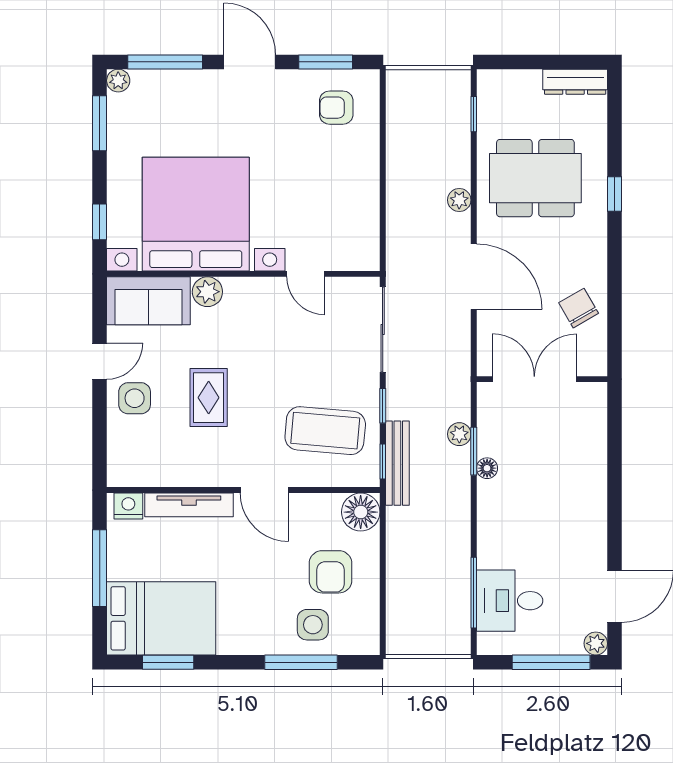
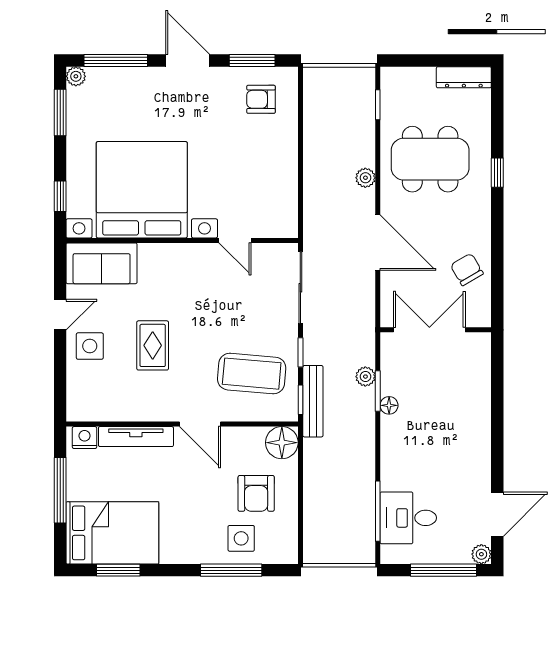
plant: (207, 292) -> (152, 256), removed

